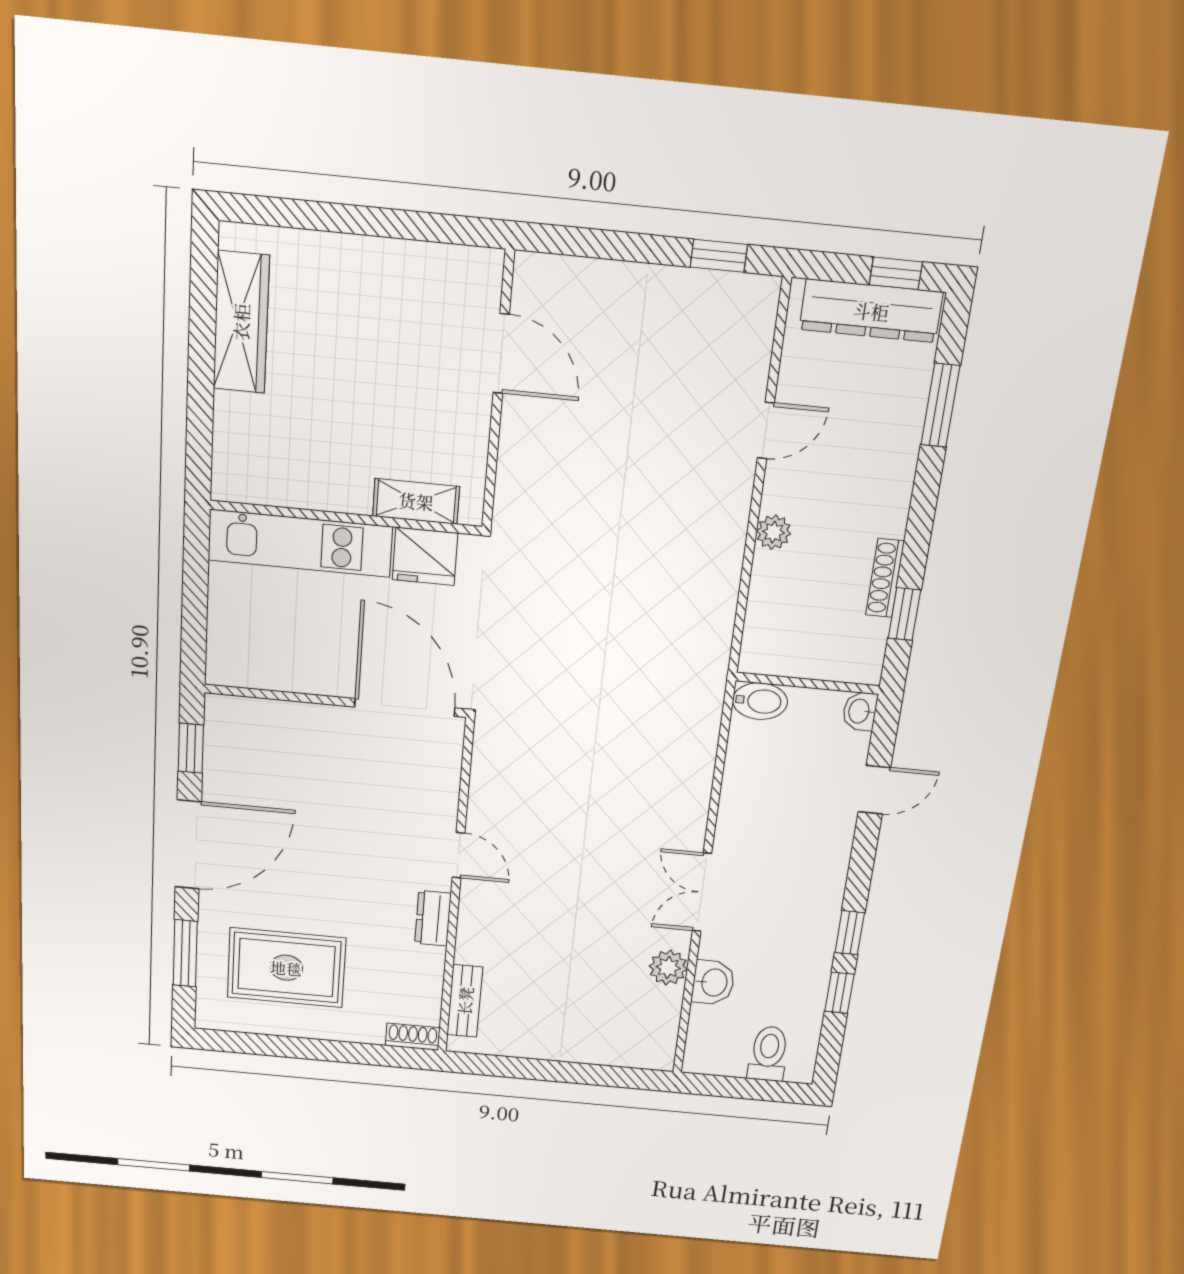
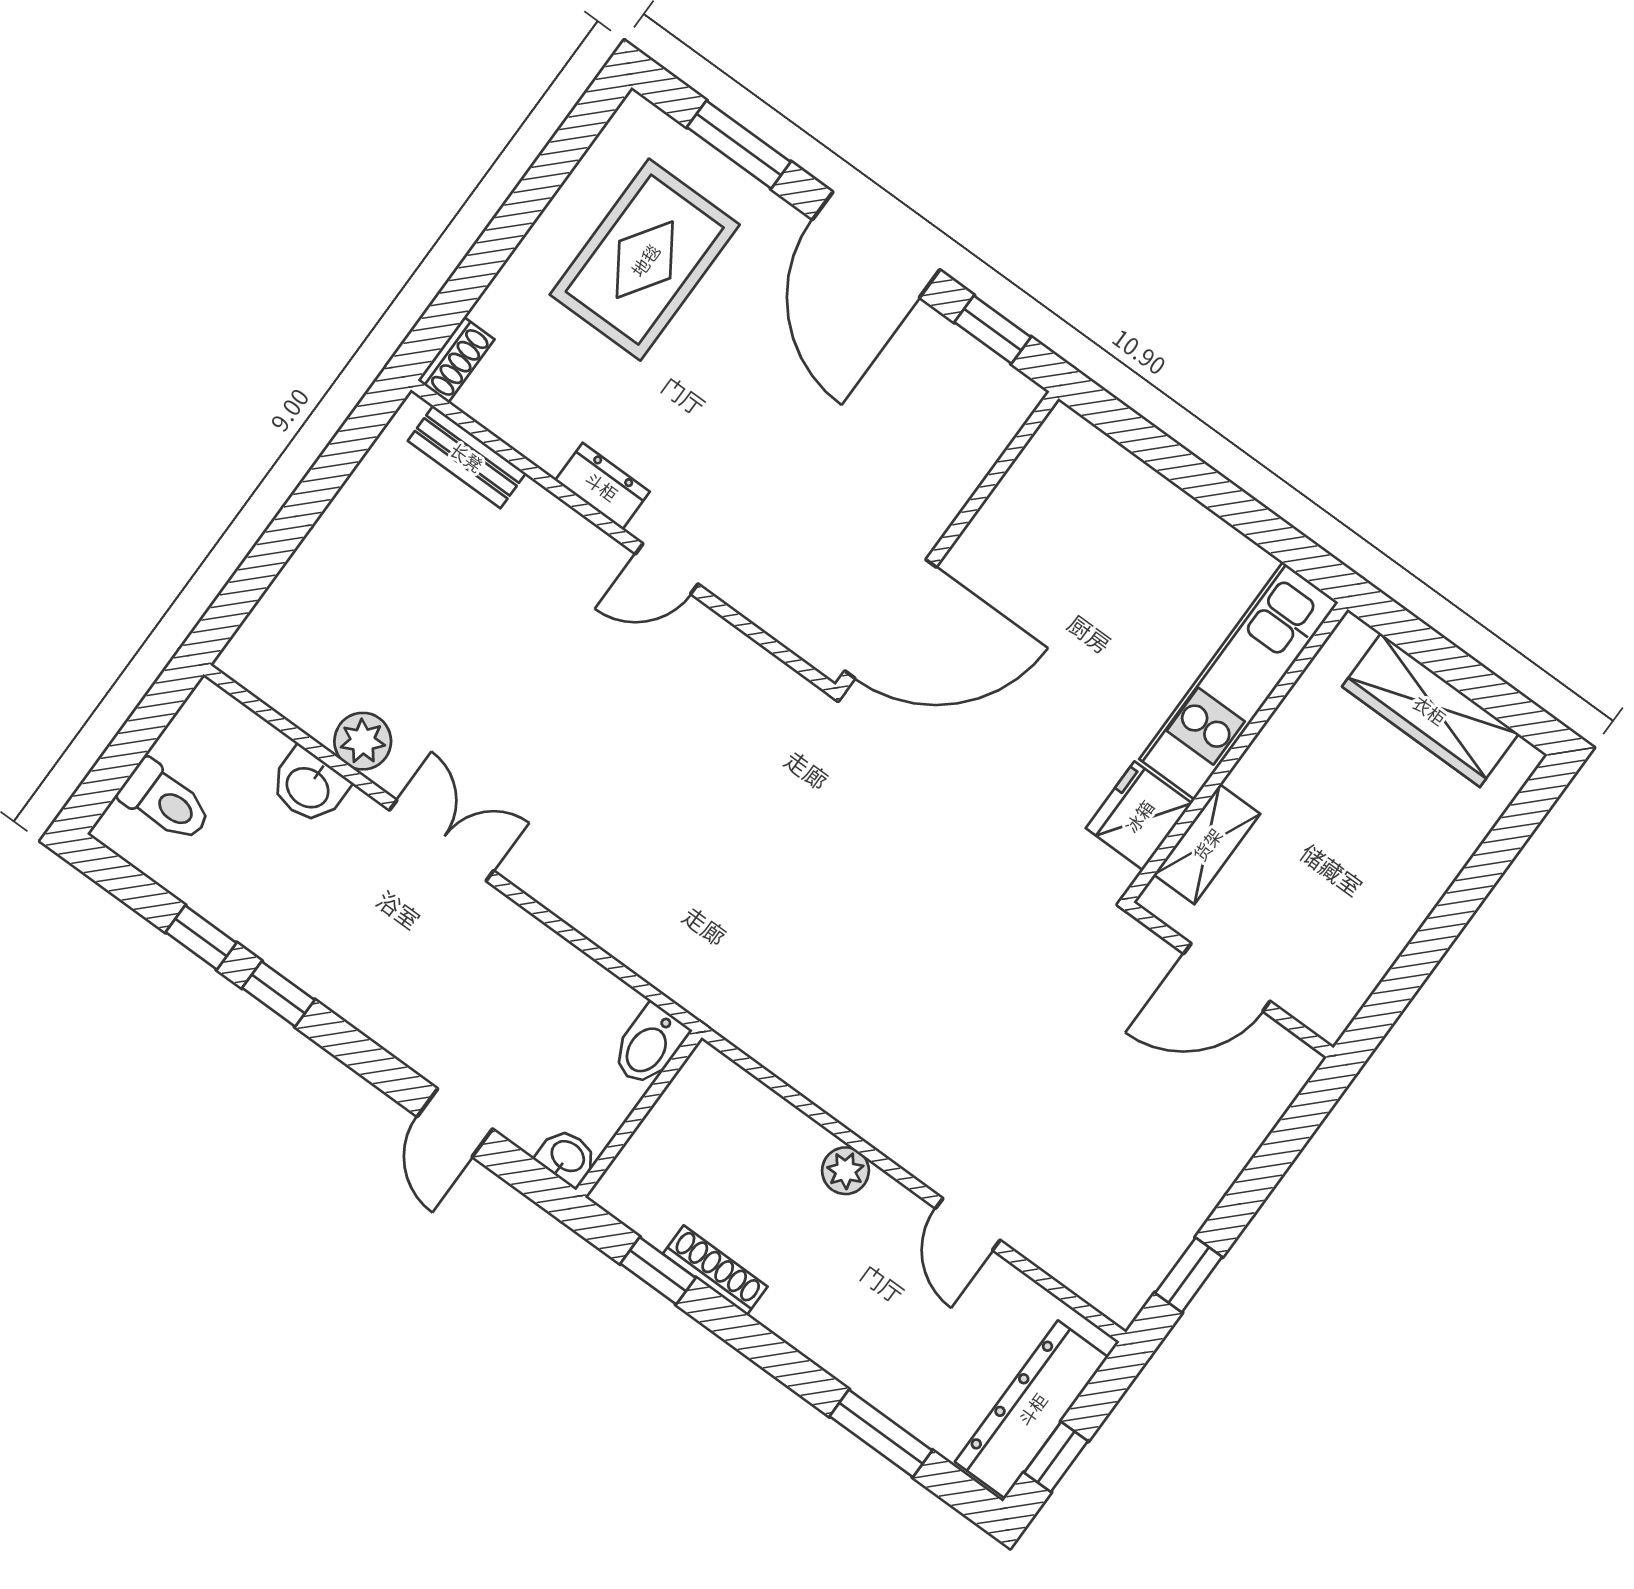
shelving: (416, 501) -> (1207, 844), moved
wall: (346, 518) -> (1236, 752), moved
kitchen unit: (300, 543) -> (1239, 681), moved
fridge: (425, 556) -> (1139, 816), moved

